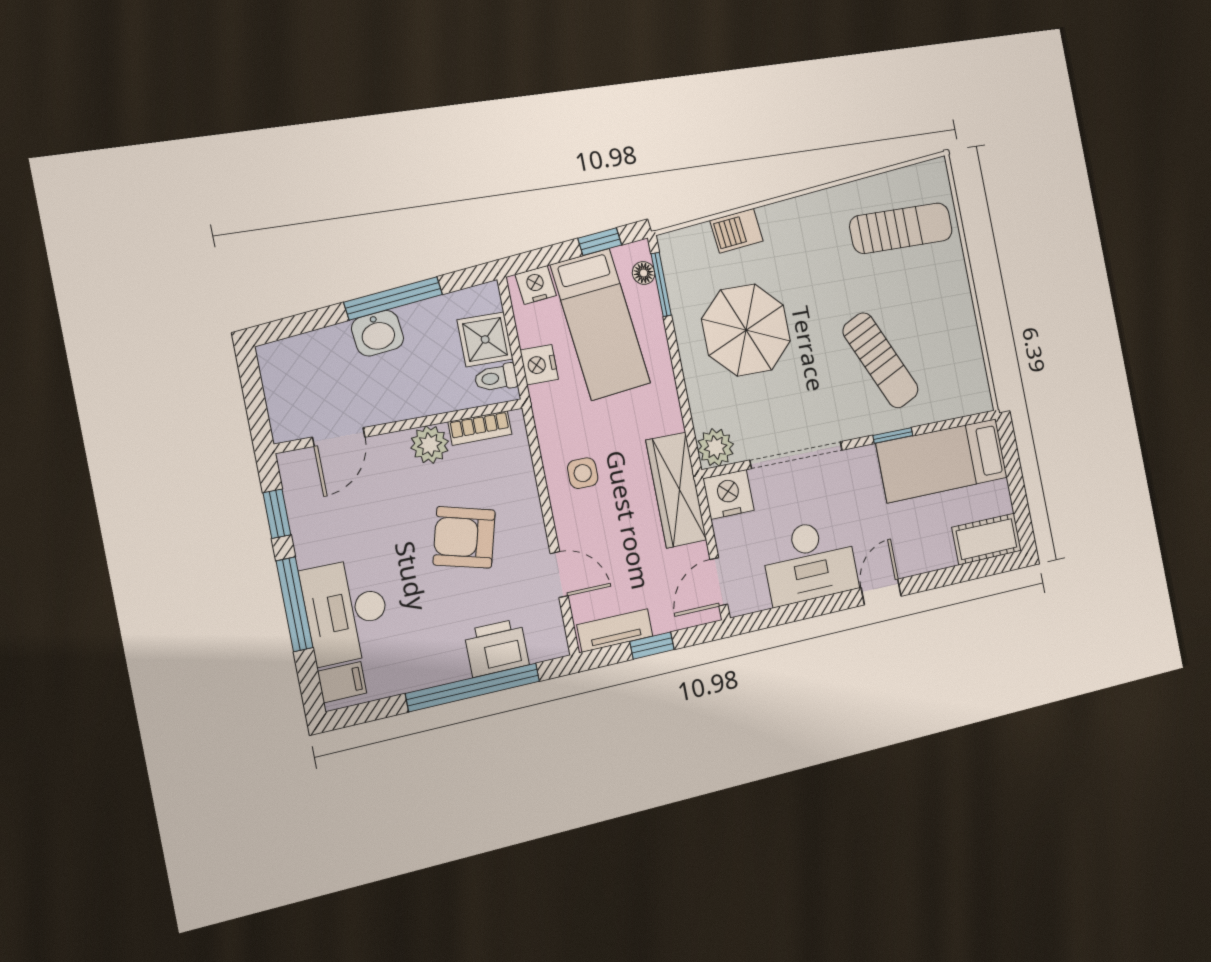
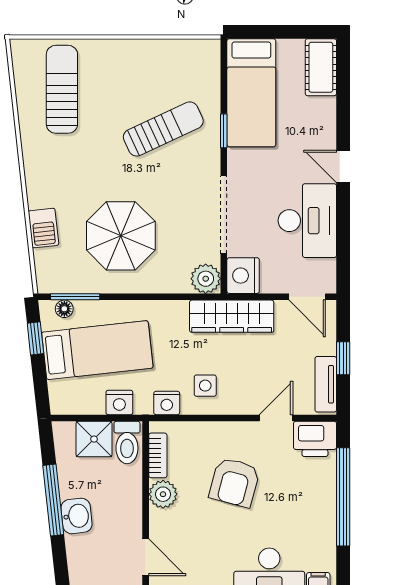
nightstand: (536, 285) -> (167, 403), moved, turned -84
toilet: (496, 378) -> (127, 443), width x1.37, depth x1.39
printer: (497, 648) -> (315, 439), moved, turned -90

